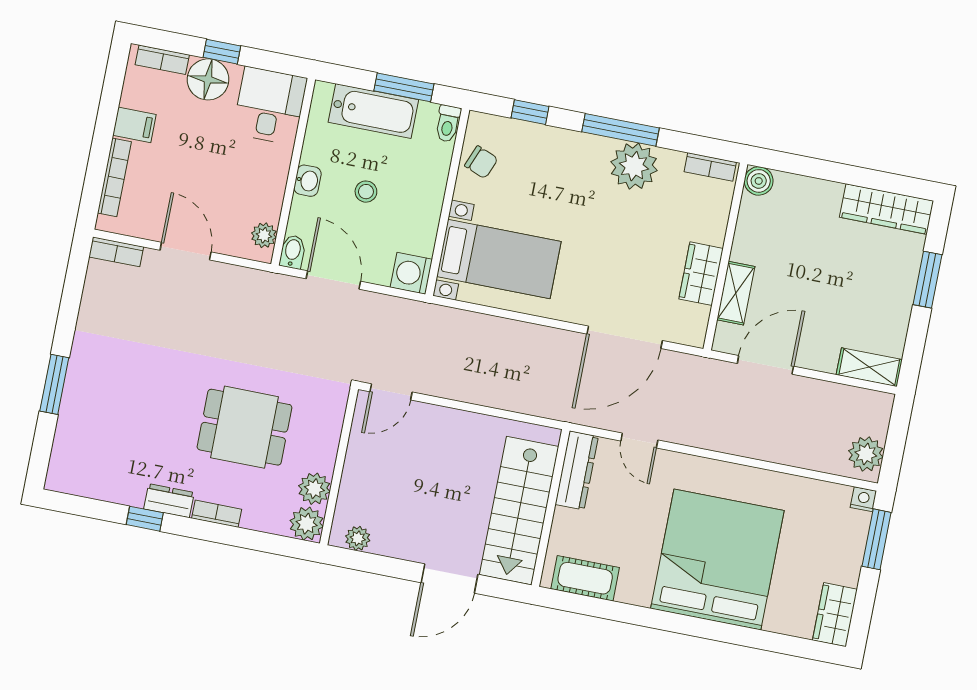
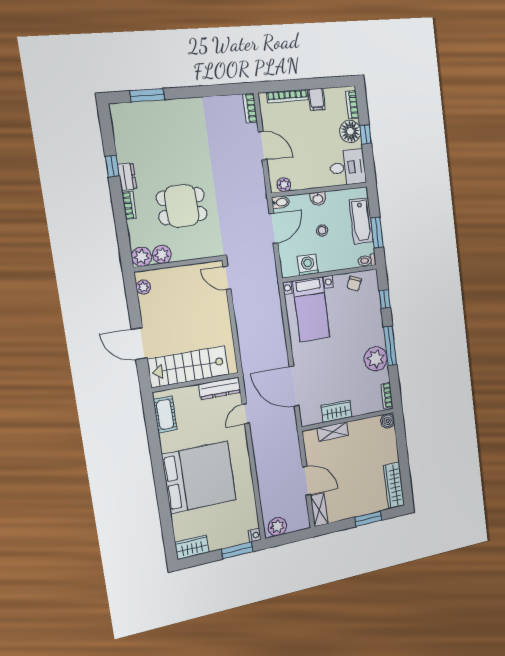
door: (186, 251) -> (263, 145), hinge flipped
washing machine: (411, 273) -> (308, 265), moved
door: (765, 365) -> (306, 481), moved
window: (54, 384) -> (147, 95), moved
dining table: (244, 427) -> (182, 206), turned 90

